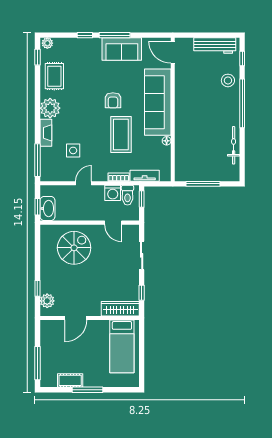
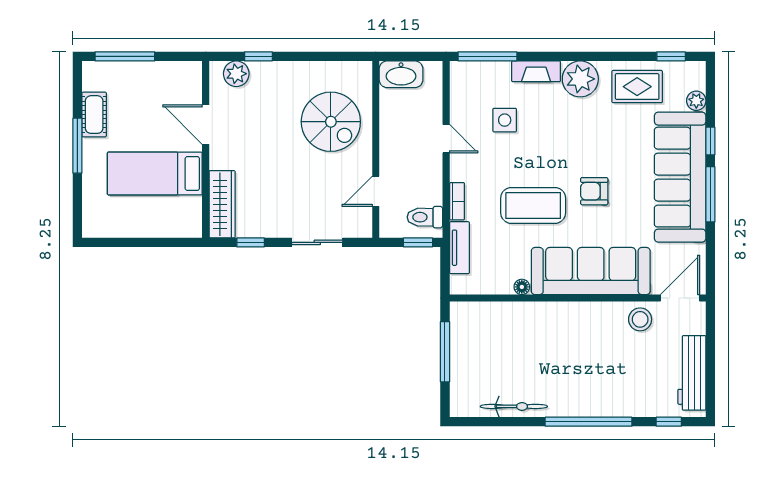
plant: (47, 43) -> (696, 101), moved
sofa: (122, 49) -> (680, 177), width x1.85, depth x1.27
stool: (228, 80) -> (640, 319), moved
washing machine: (113, 193) -> (429, 191), removed
window: (37, 207) -> (404, 56), removed
bed: (122, 346) -> (155, 173), moved

